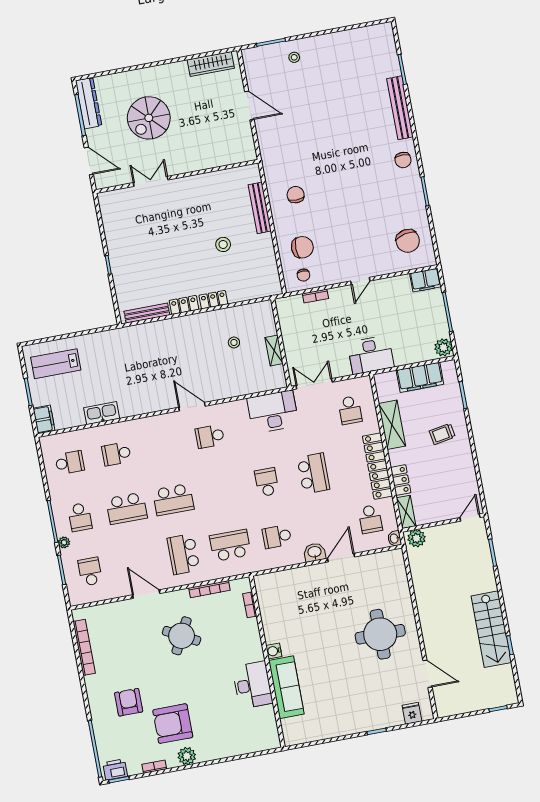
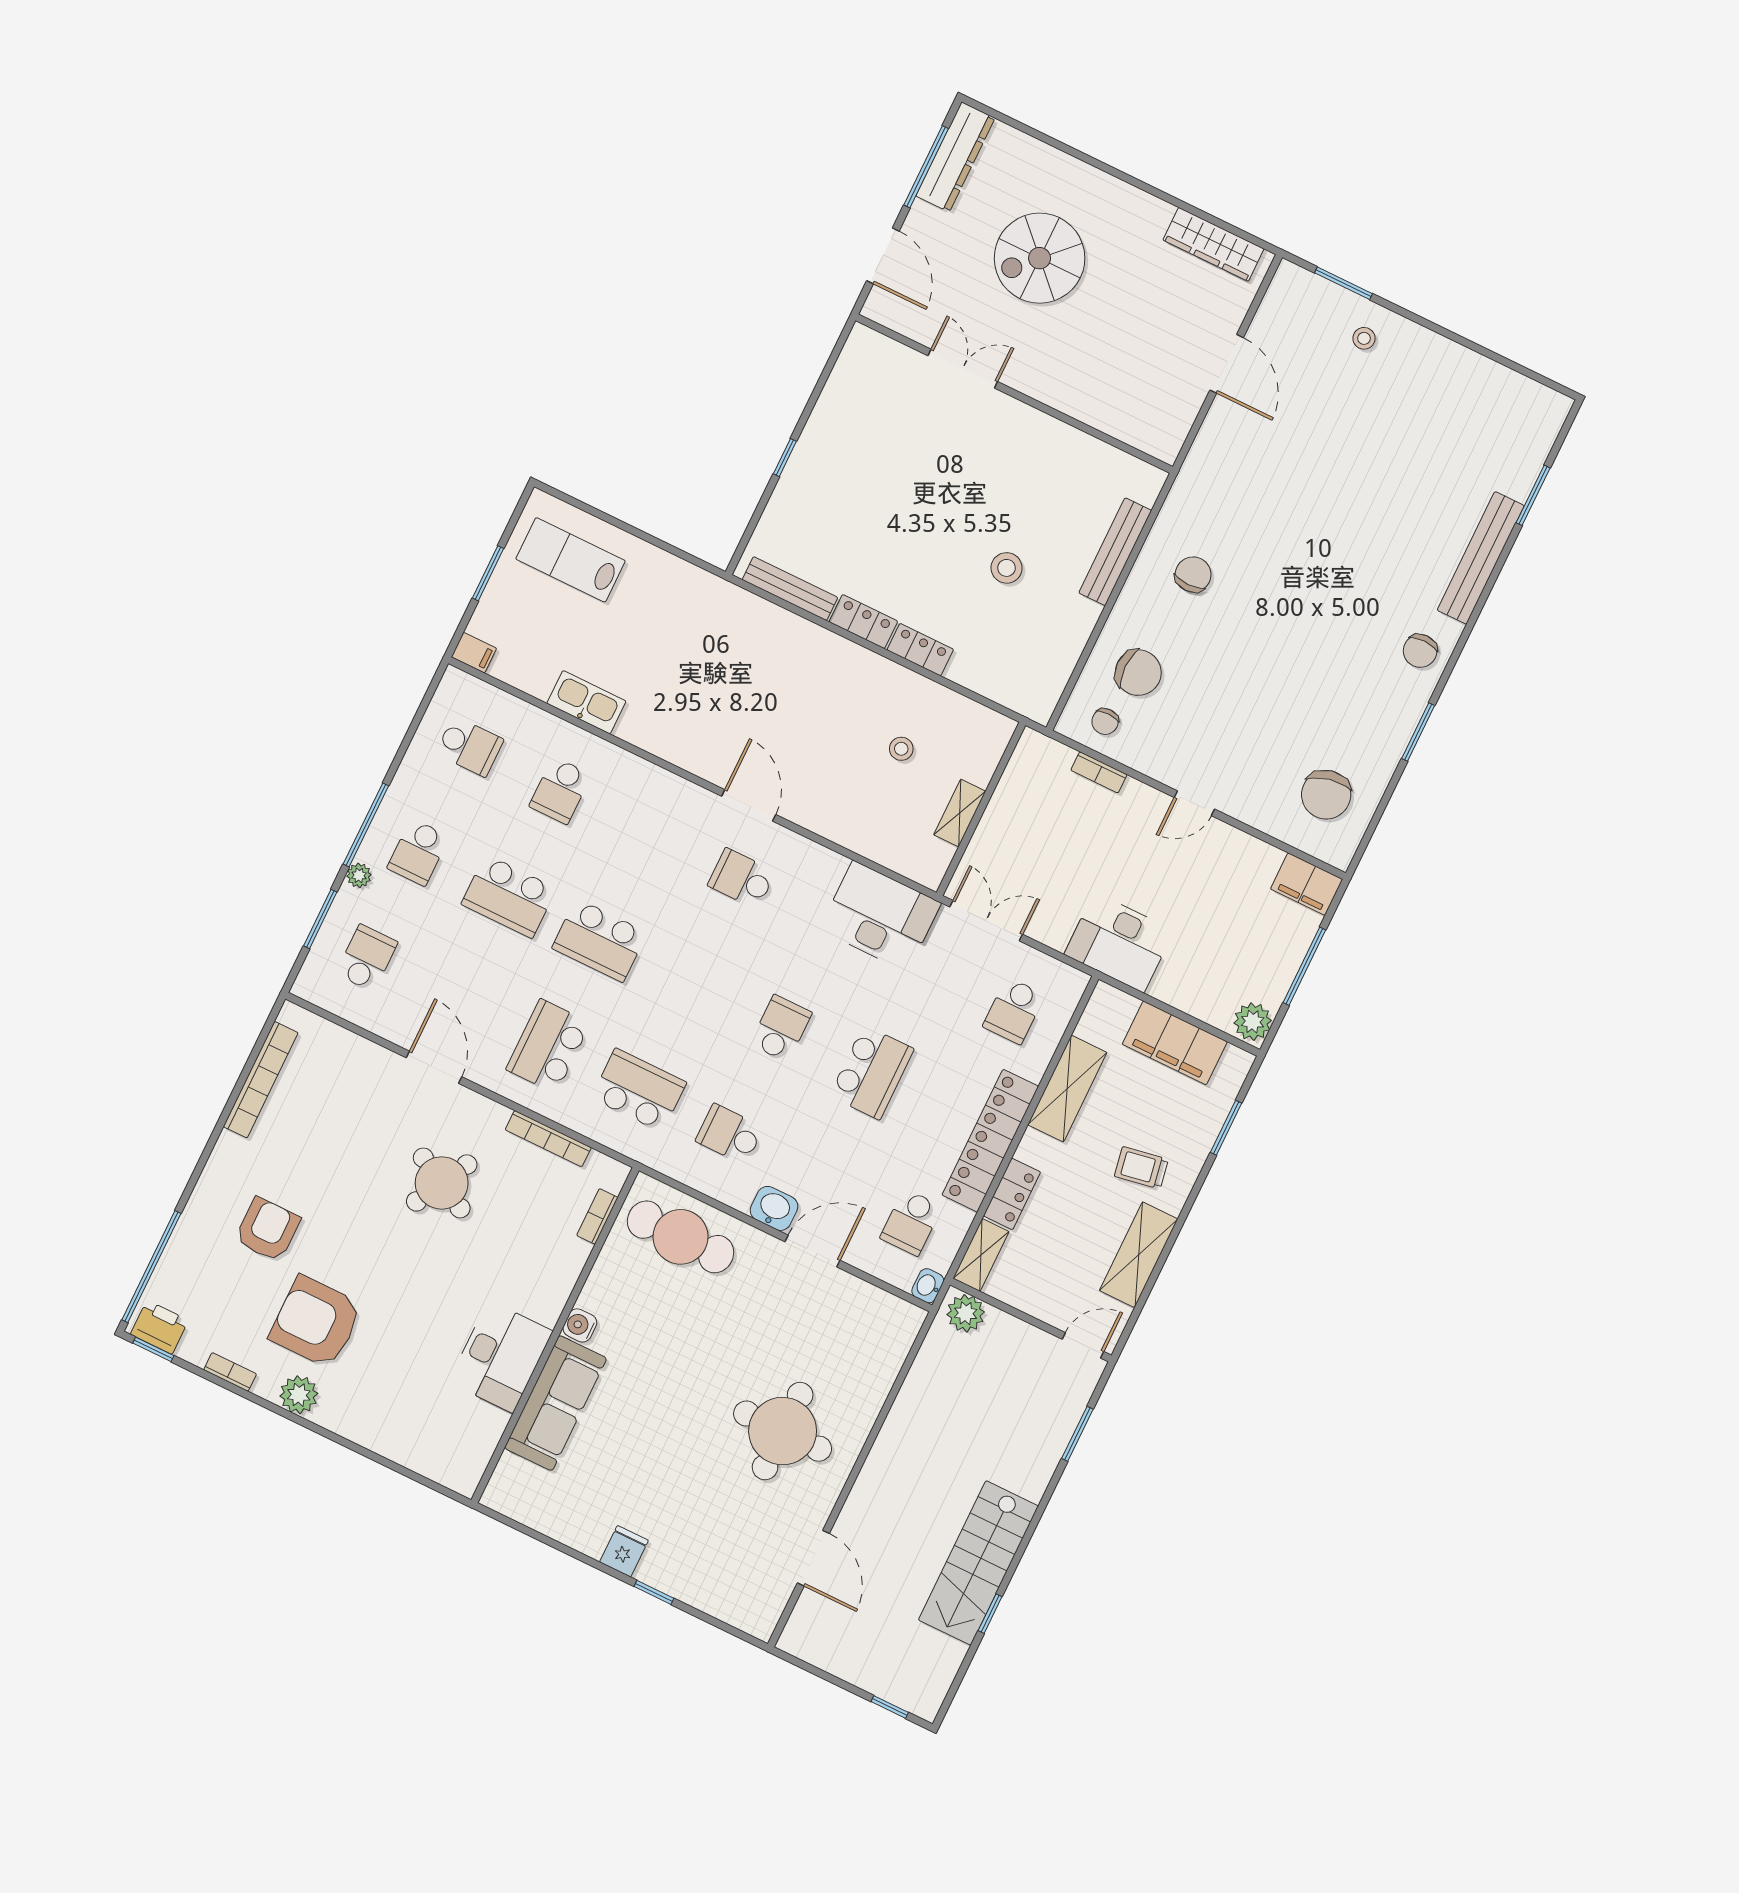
filing cabinet: (44, 419) -> (474, 653), width x0.50
school desk: (116, 454) -> (560, 790), turned -90
shelving: (466, 468) -> (1139, 1255), added
cafe table: (287, 589) -> (681, 1237), added
fridge: (412, 713) -> (624, 1551), moved

